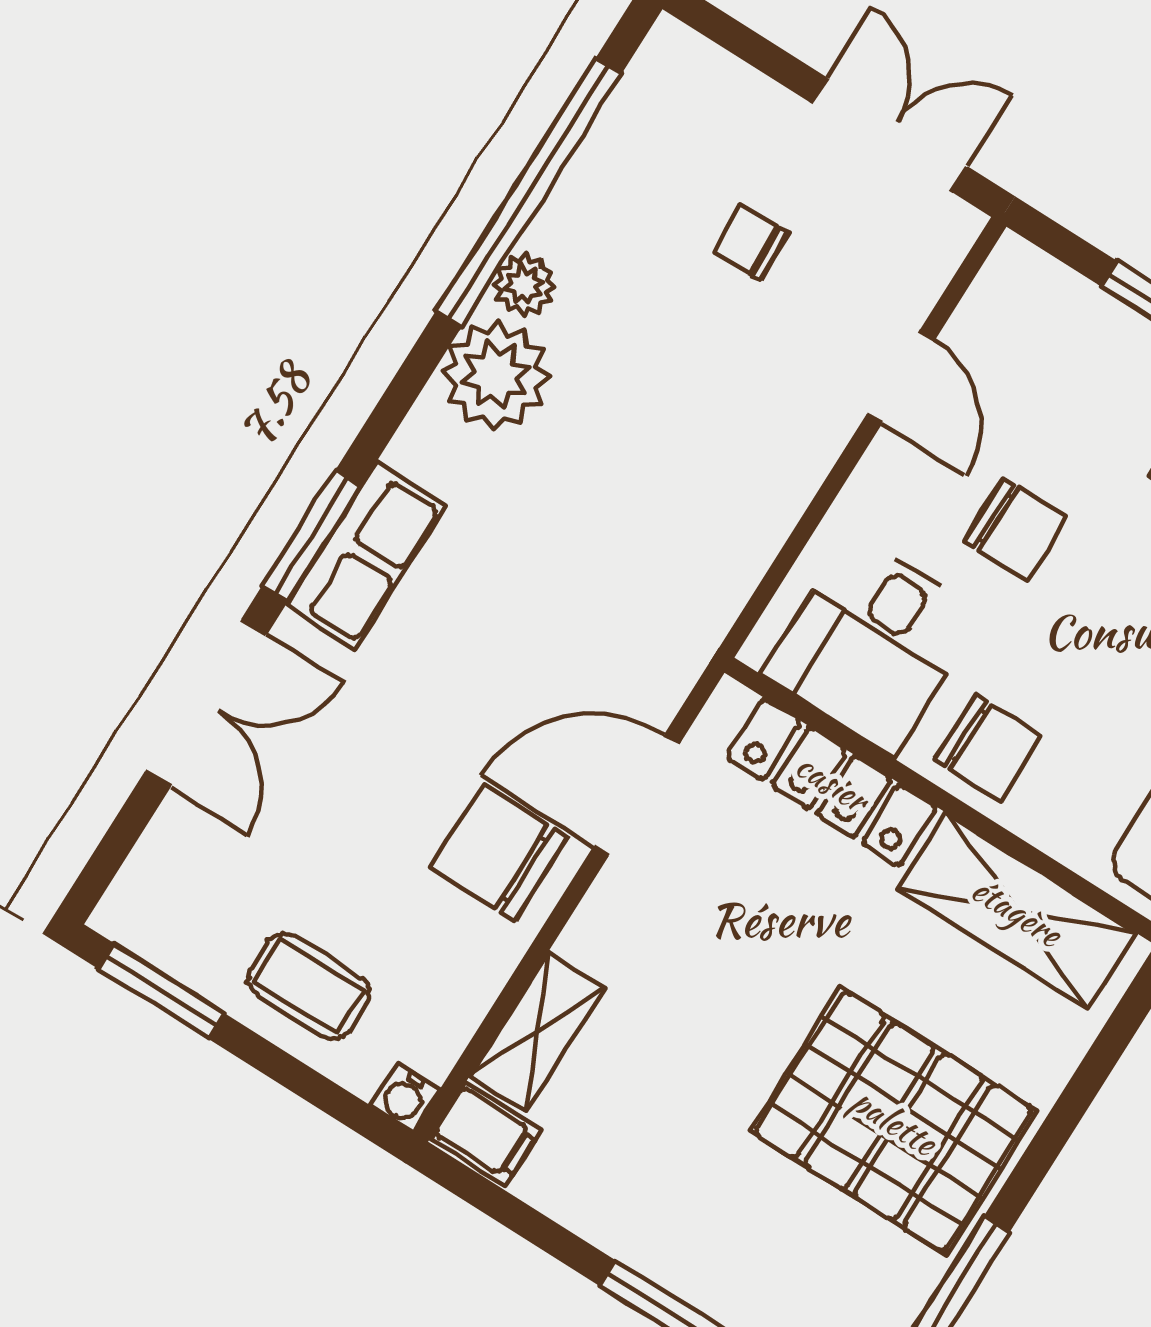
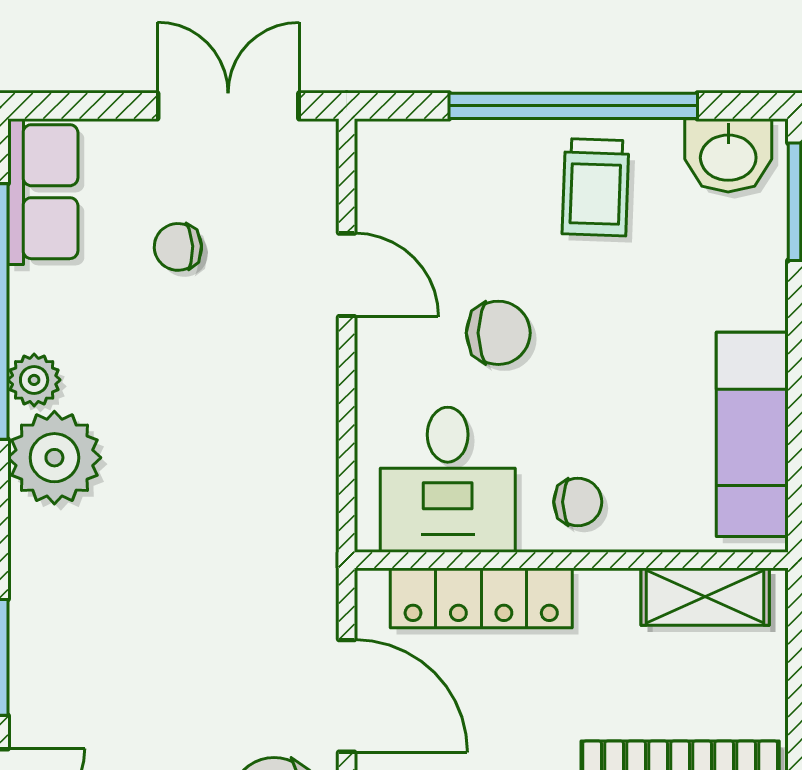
row of seats: (366, 555) -> (43, 192), moved
chair: (988, 748) -> (578, 502), width x0.73, depth x0.73
door: (636, 795) -> (347, 696), swing flipped
shelving: (1017, 911) -> (705, 597), width x0.67, depth x0.75

